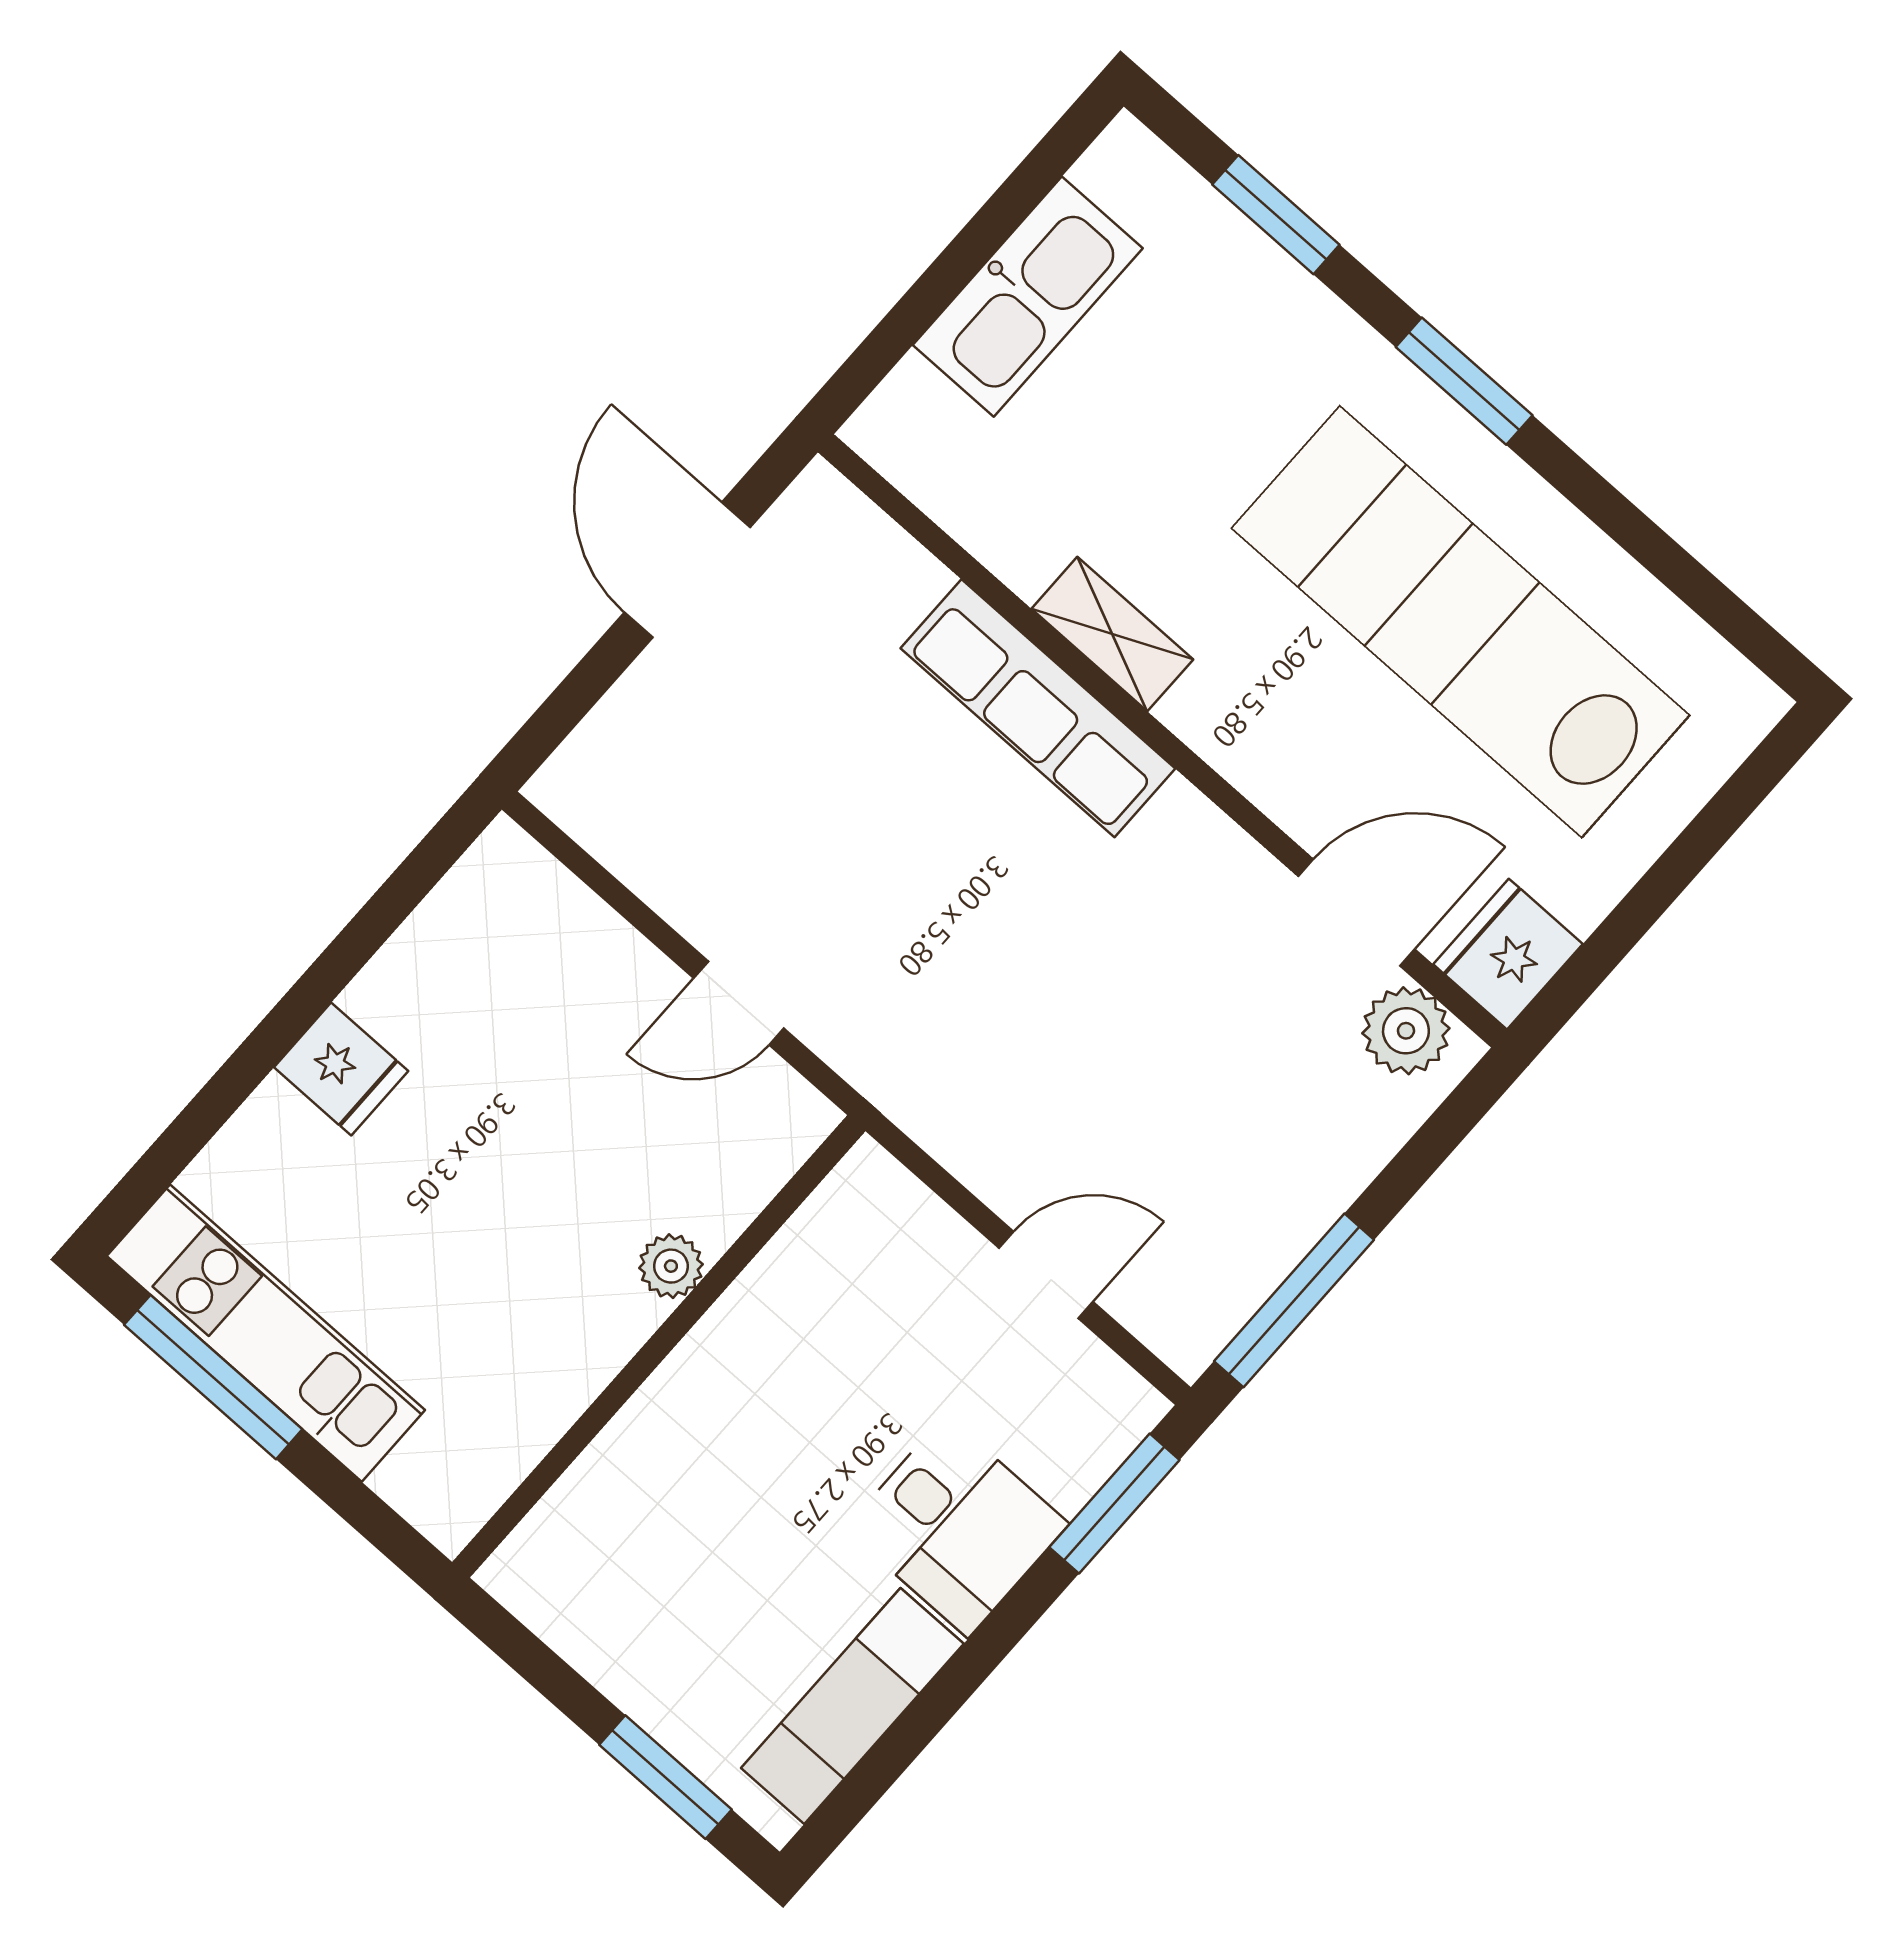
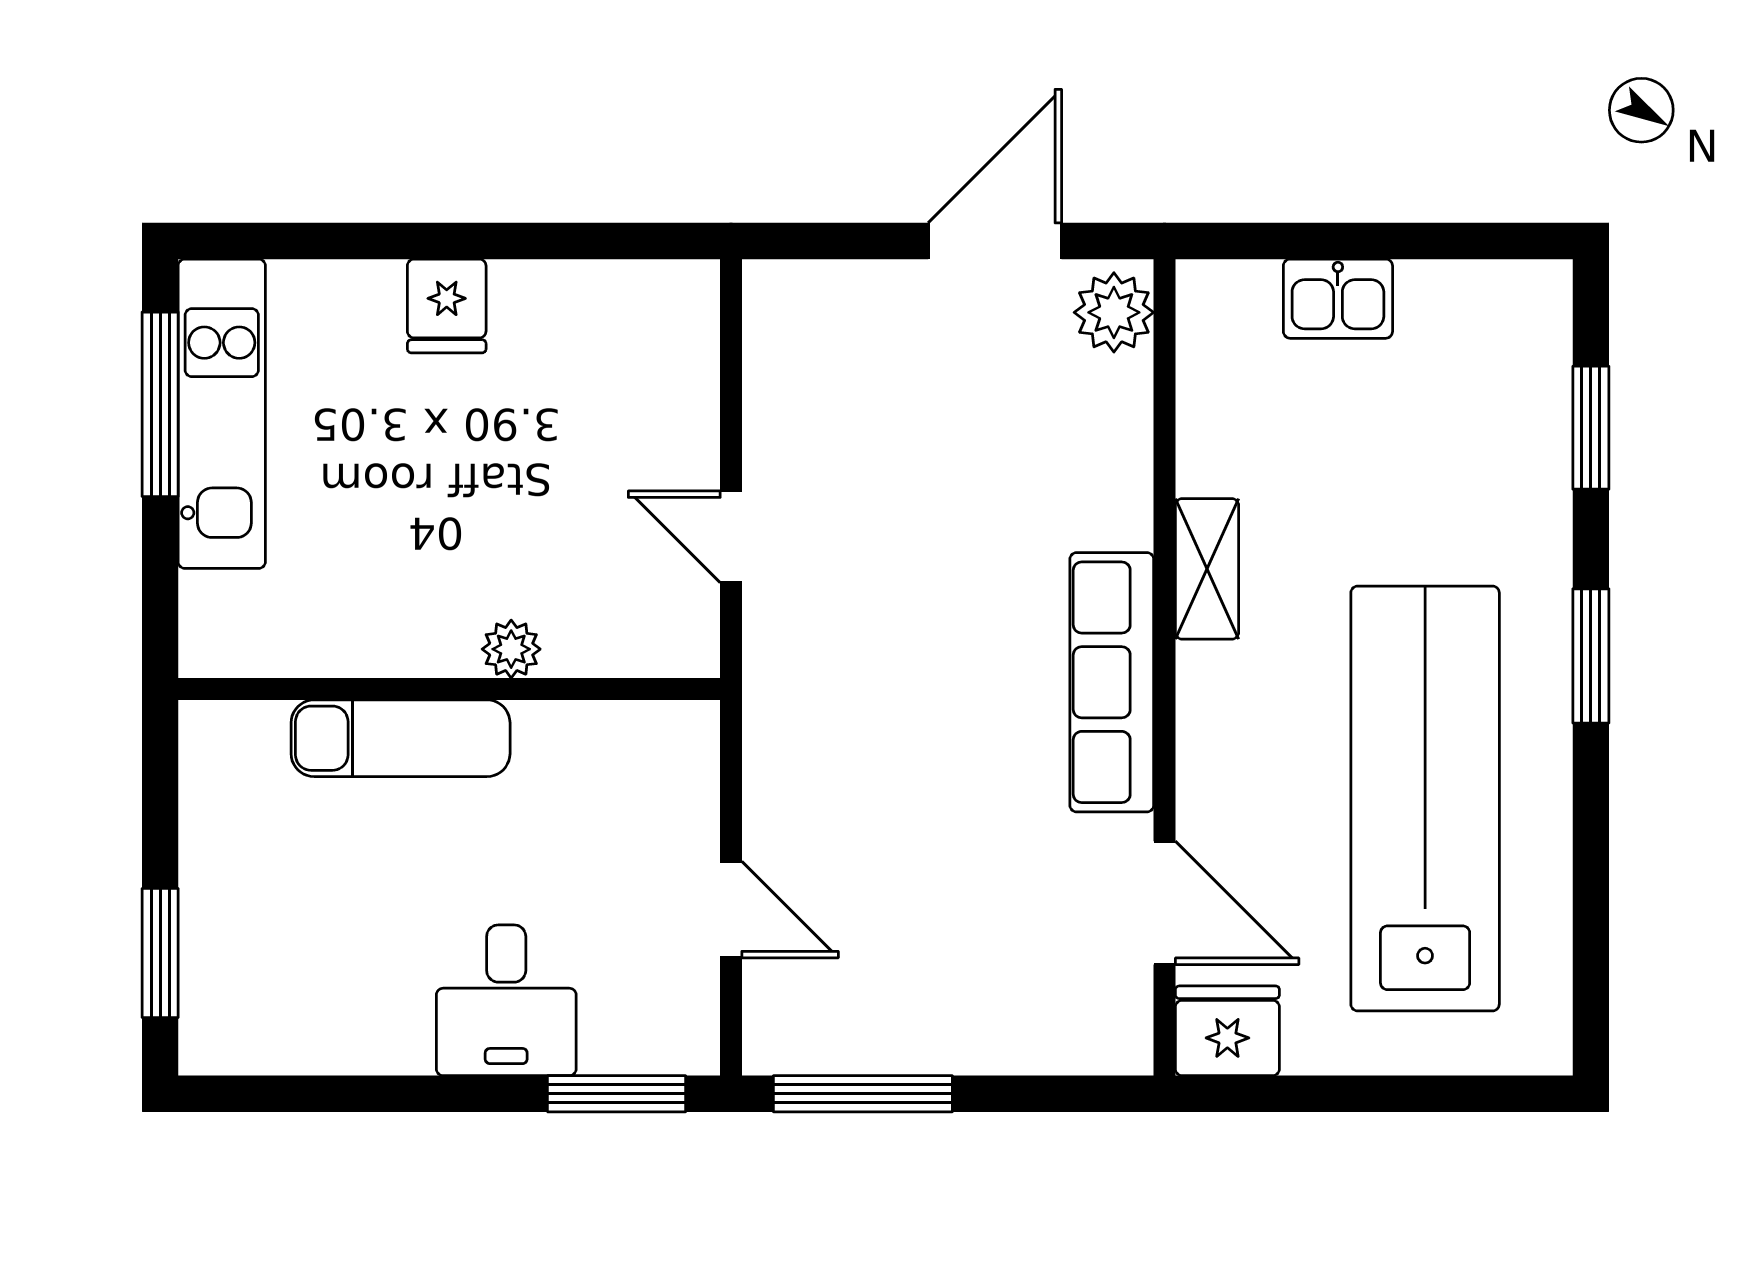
kitchen sink: (1028, 297) -> (1338, 299), width x0.53, depth x0.81
row of seats: (1038, 708) -> (1112, 682), moved
plant: (1406, 1031) -> (1114, 312), moved
exam couch: (852, 1706) -> (401, 738), moved, turned 180

